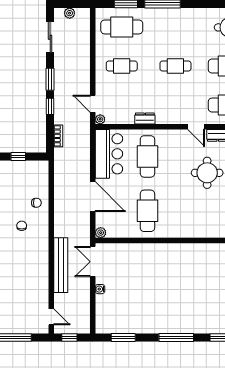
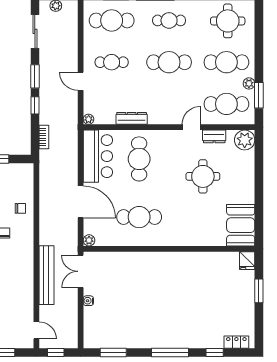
cafe table: (175, 27) -> (169, 20), added
cafe table: (175, 66) -> (169, 62), width x1.37, depth x1.35
door: (93, 104) -> (81, 81), moved
dresser: (145, 118) -> (132, 118), width x1.44
door: (196, 127) -> (191, 127), swing flipped
cafe table: (147, 211) -> (139, 217), turned 90

